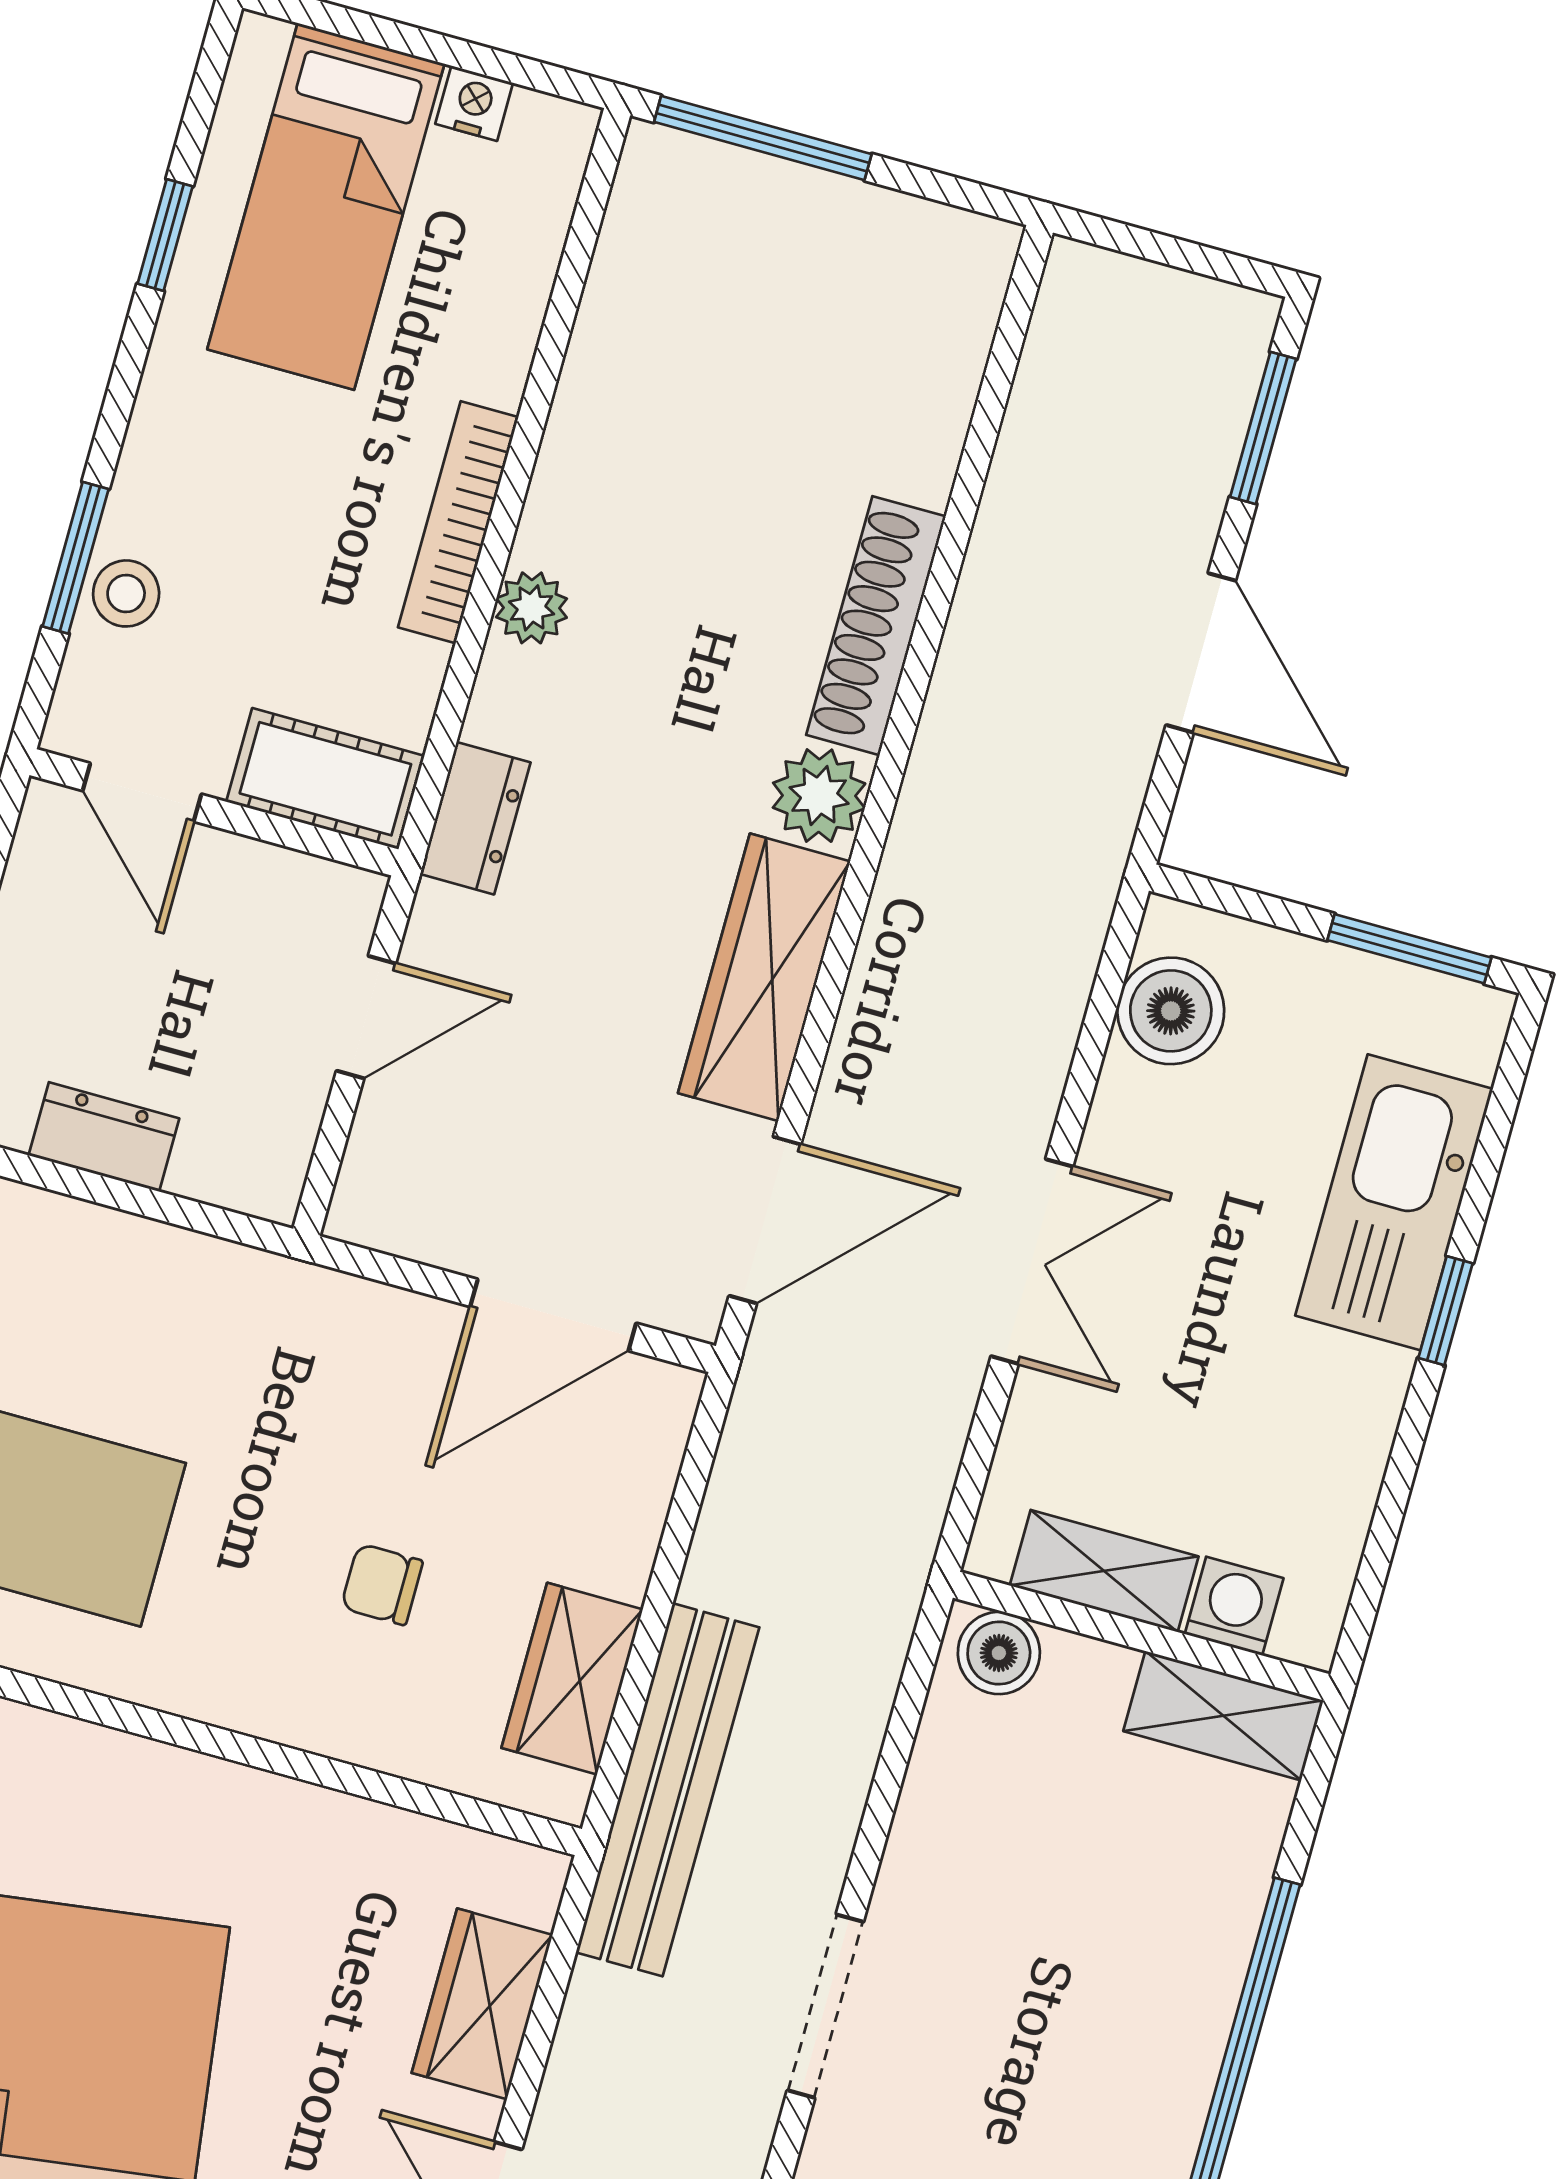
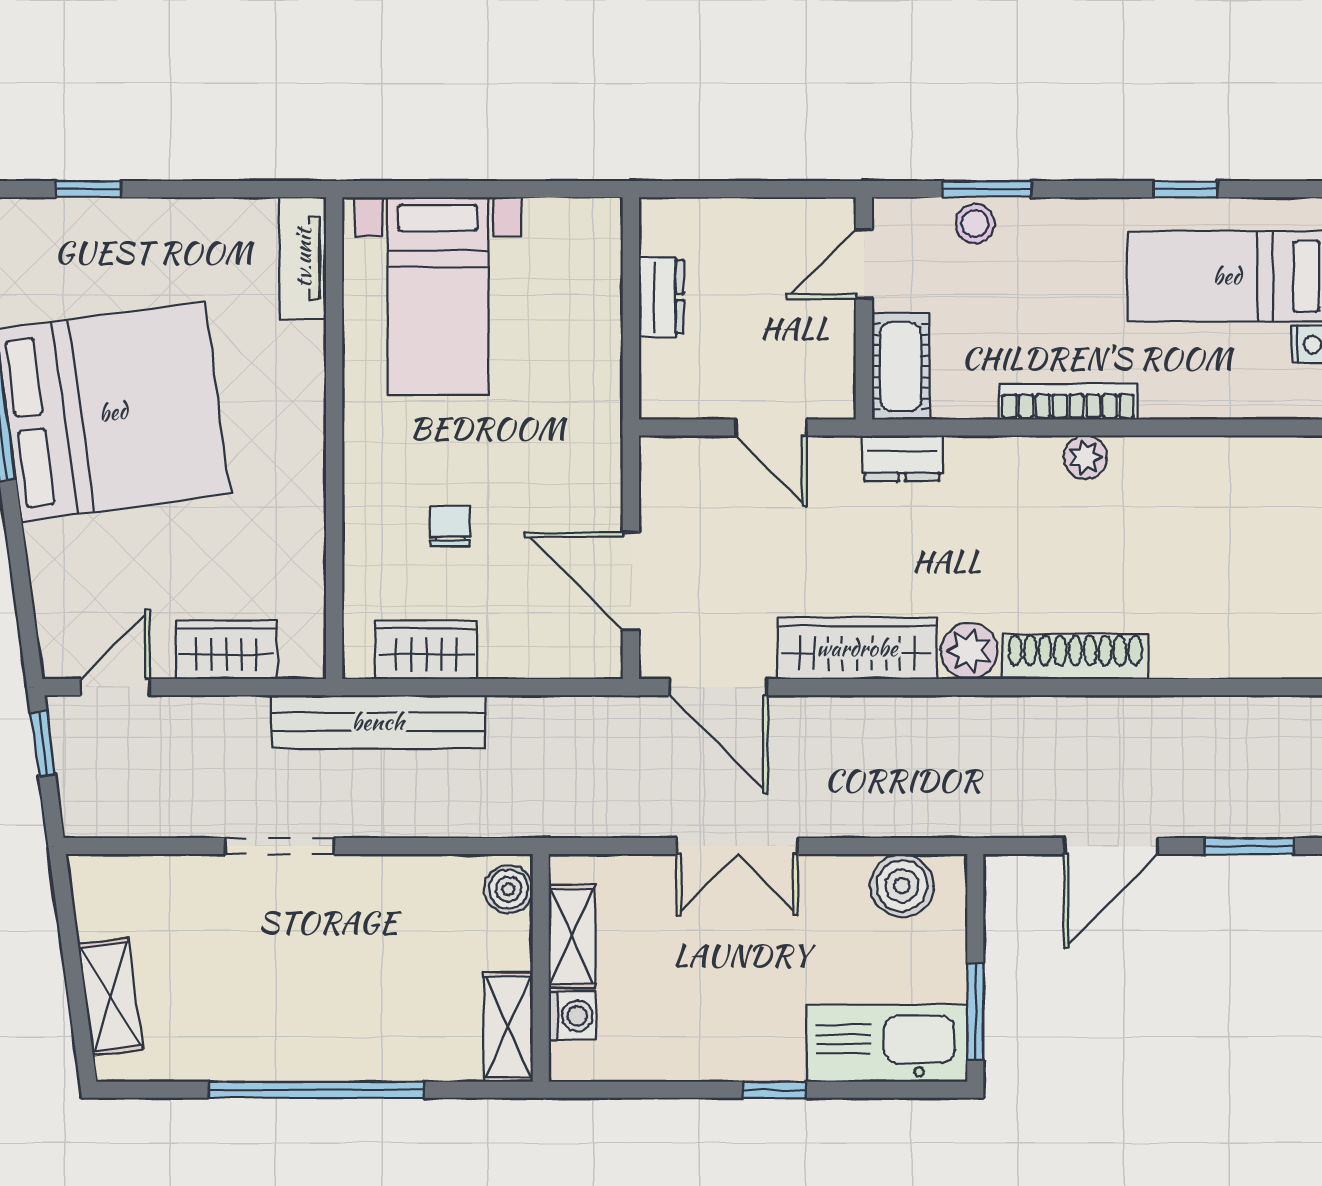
plant: (532, 608) -> (1085, 457), moved
kitchen sink: (1394, 1202) -> (887, 1043), moved

